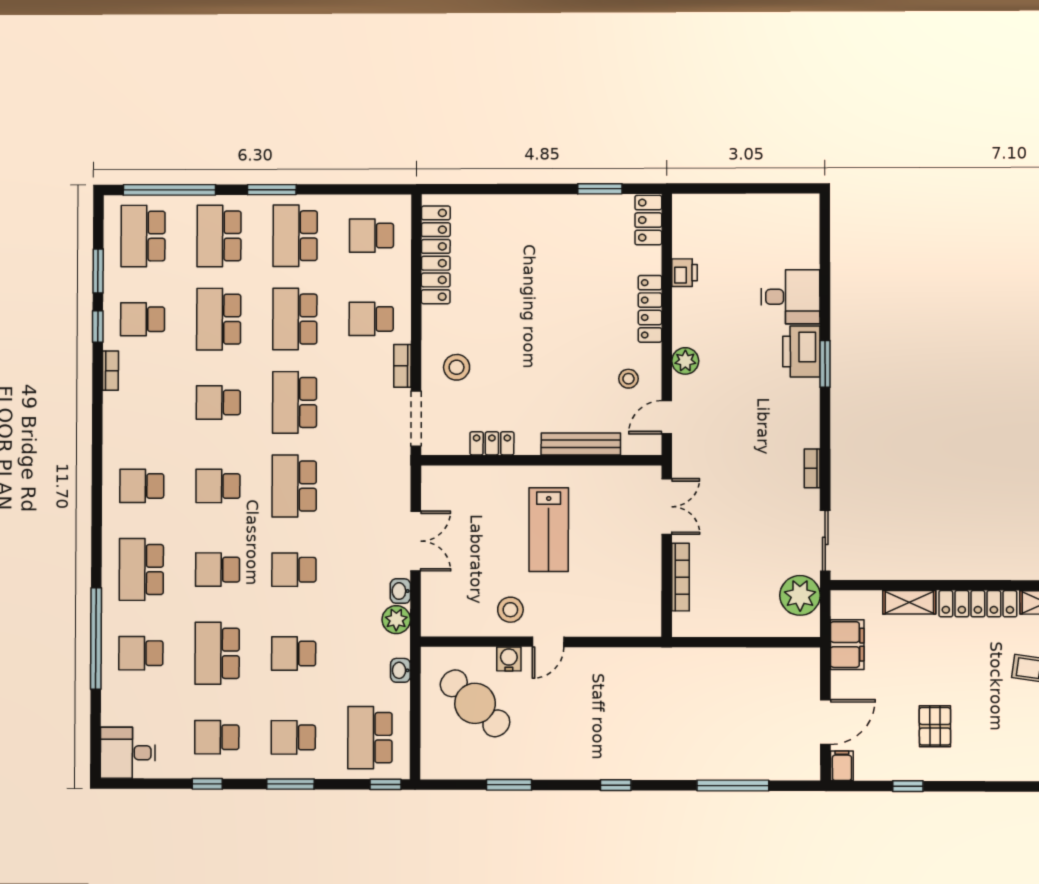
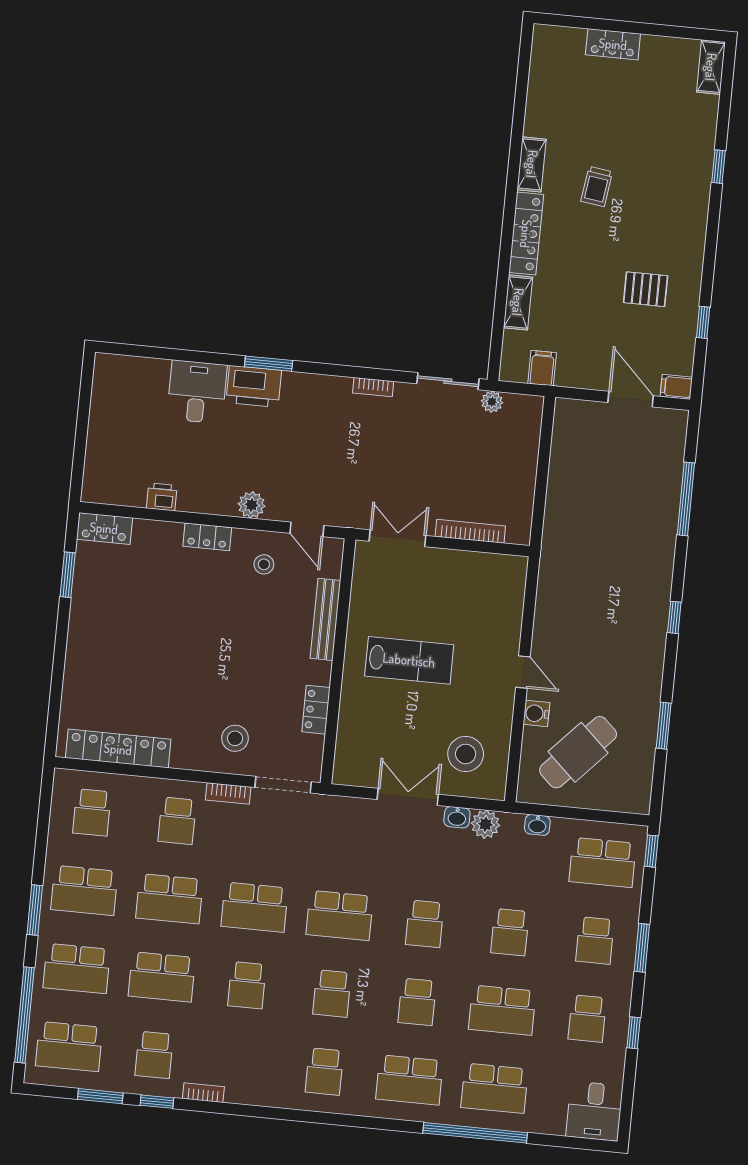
locker: (650, 309) -> (207, 537), width x0.66
plant: (800, 595) -> (492, 402), width x0.53, depth x0.53
stool: (510, 610) -> (466, 754), moved, width x1.38, depth x1.38
filing cabinet: (847, 645) -> (542, 368), width x0.50
school desk: (141, 653) -> (495, 1088), width x1.85

